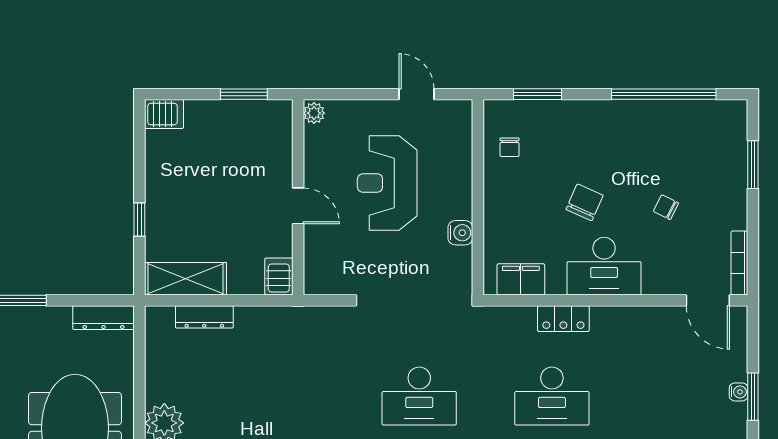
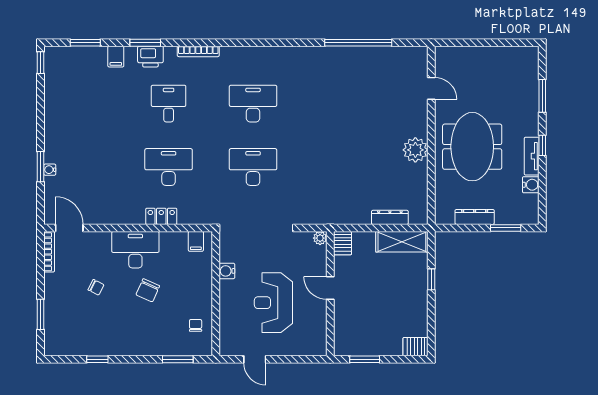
window: (664, 94) -> (97, 359), width x0.32
plant: (314, 113) -> (320, 238), moved
reception desk: (387, 183) -> (273, 303), turned 180
filing cabinet: (521, 279) -> (196, 241), width x0.50
dresser: (103, 318) -> (475, 217), moved

